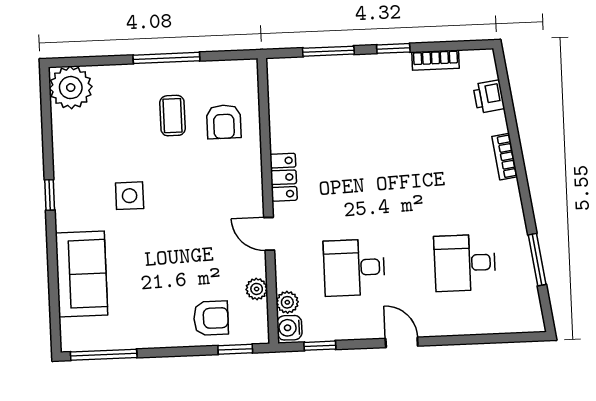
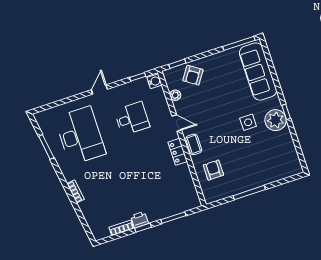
plant: (71, 88) -> (276, 120), moved
printer: (489, 97) -> (140, 220), moved, turned -82
coffee table: (173, 116) -> (194, 144), moved
desk: (465, 263) -> (80, 136), width x1.87, depth x1.30
sofa: (81, 274) -> (258, 72), width x1.36
plant: (287, 302) -> (159, 93), removed
armchair: (211, 318) -> (193, 75), turned -56
door: (402, 342) -> (99, 90), swing flipped

